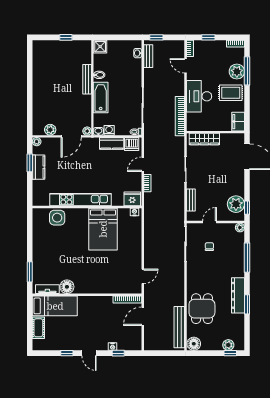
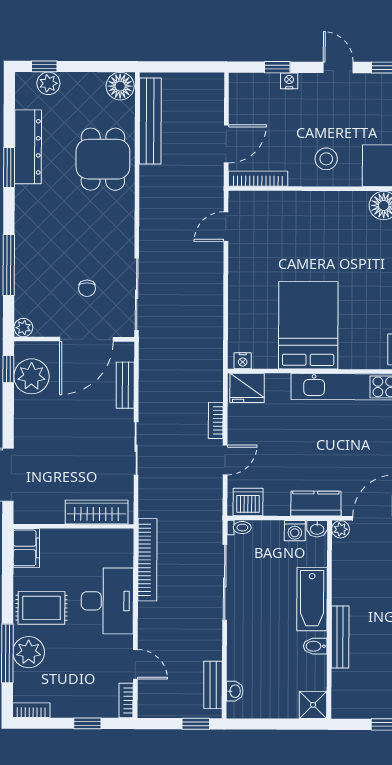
kitchen counter: (112, 143) -> (316, 504), moved
door: (210, 222) -> (86, 339), width x1.88
dresser: (238, 295) -> (28, 147), moved
stool: (95, 309) -> (326, 159), added

